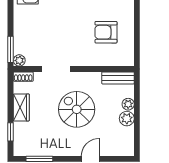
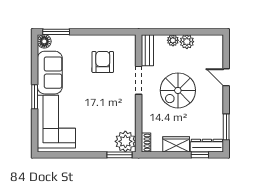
armchair: (106, 32) -> (103, 62), turned 180
plant: (19, 60) -> (125, 141), width x1.87, depth x1.87
doorway: (56, 69) -> (139, 80), moved
dresser: (20, 139) -> (207, 146), added

